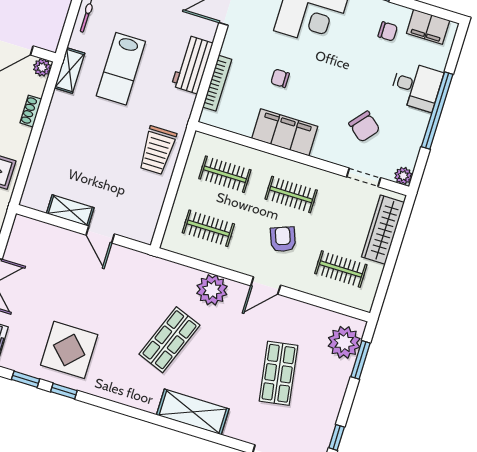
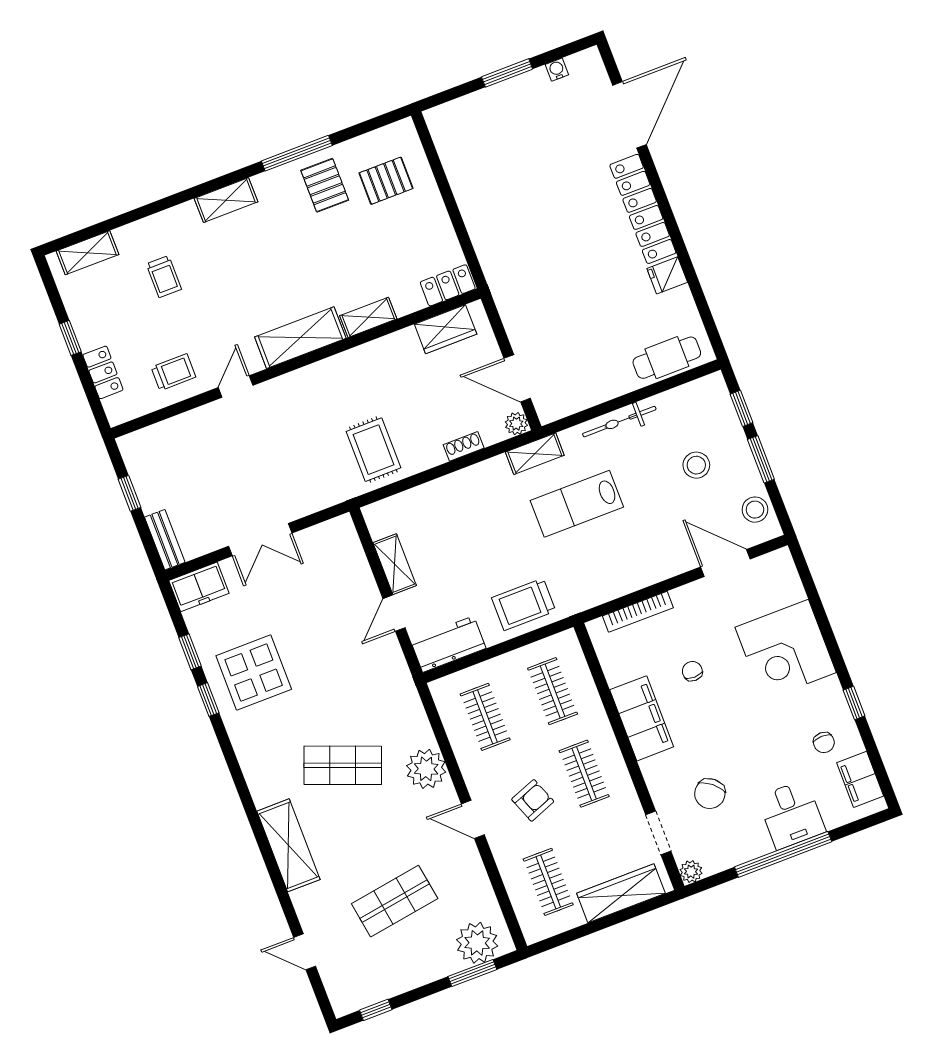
workbench: (192, 64) -> (448, 644), moved

